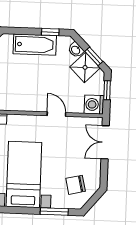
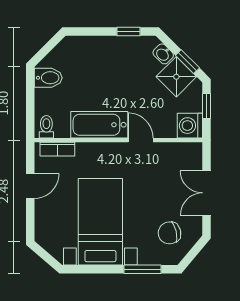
bathtub: (35, 45) -> (99, 125), moved, turned 180
double door: (105, 142) -> (207, 193), moved

